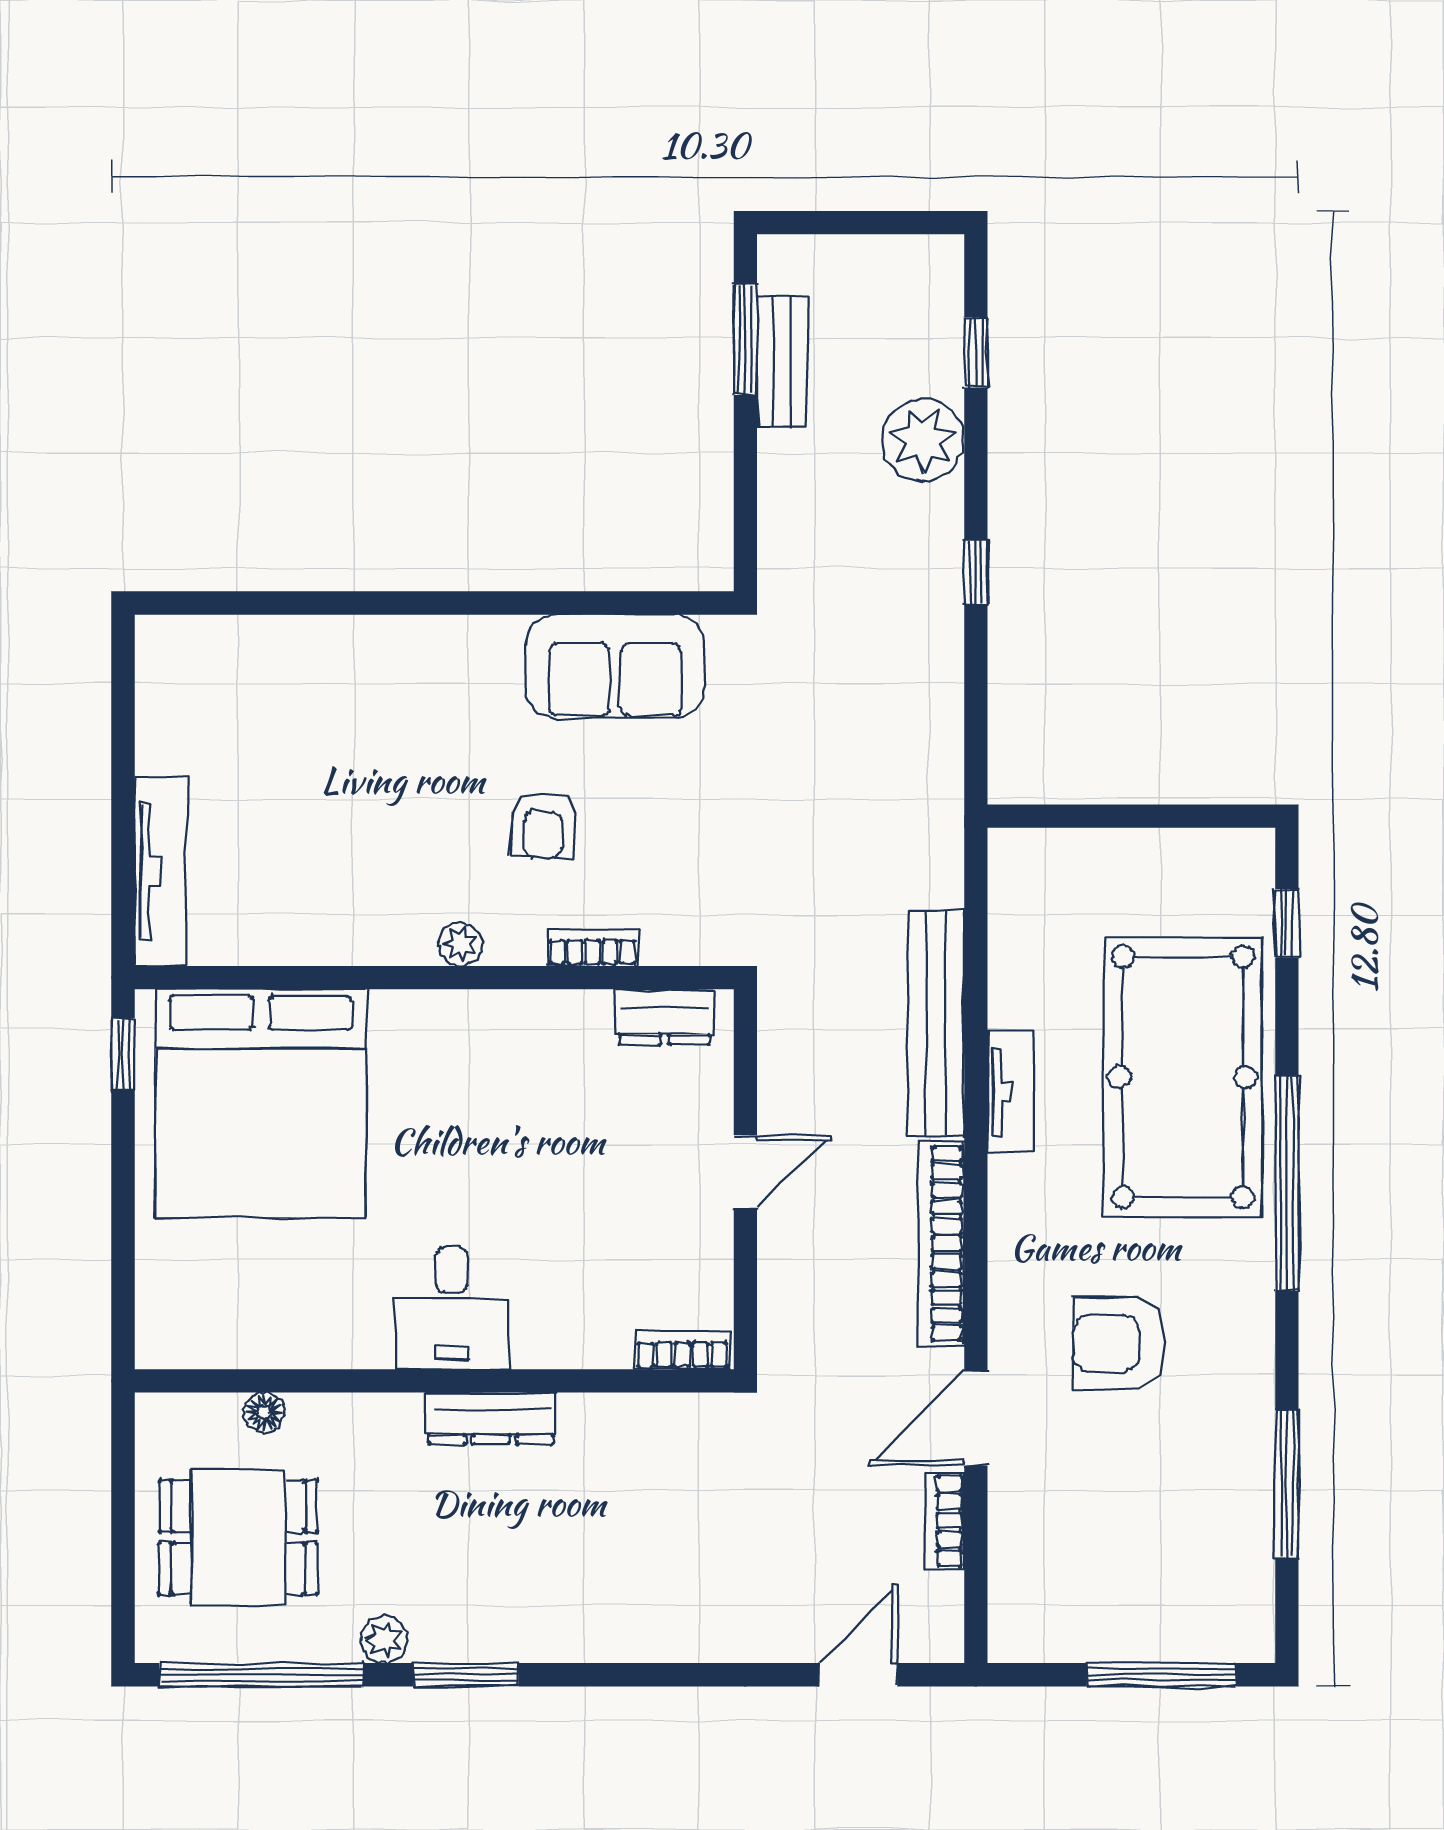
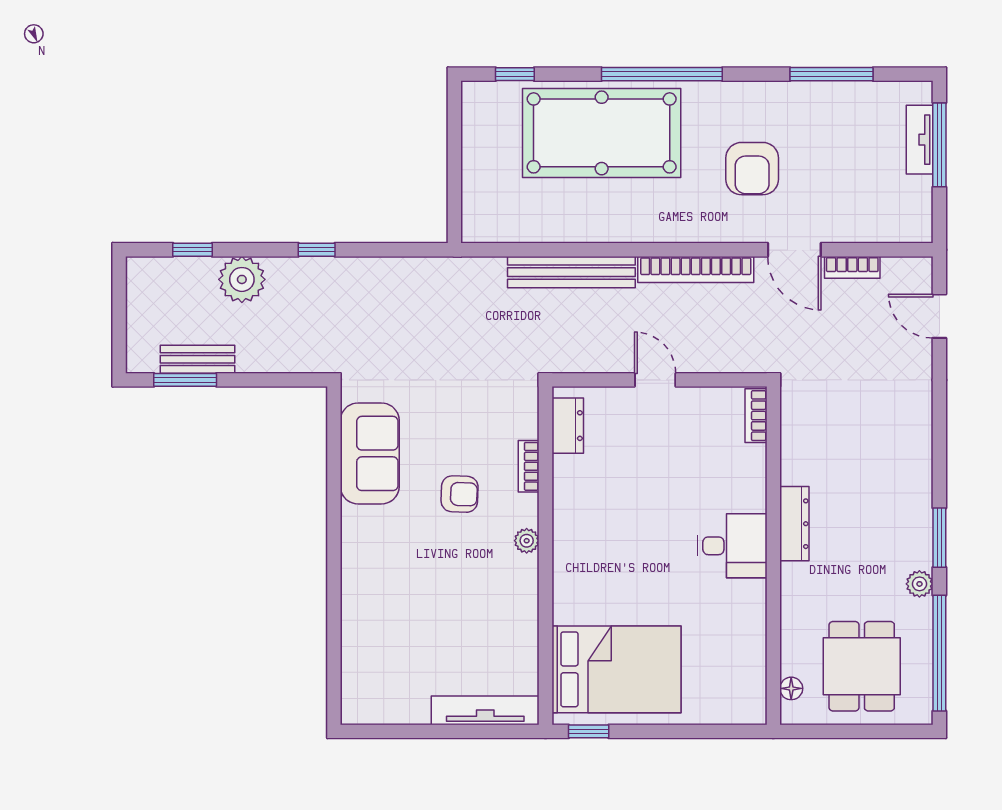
tv unit: (1011, 1092) -> (920, 140), moved, turned -90
bed: (261, 1103) -> (616, 669), width x0.73
floor lamp: (264, 1413) -> (791, 688), moved

